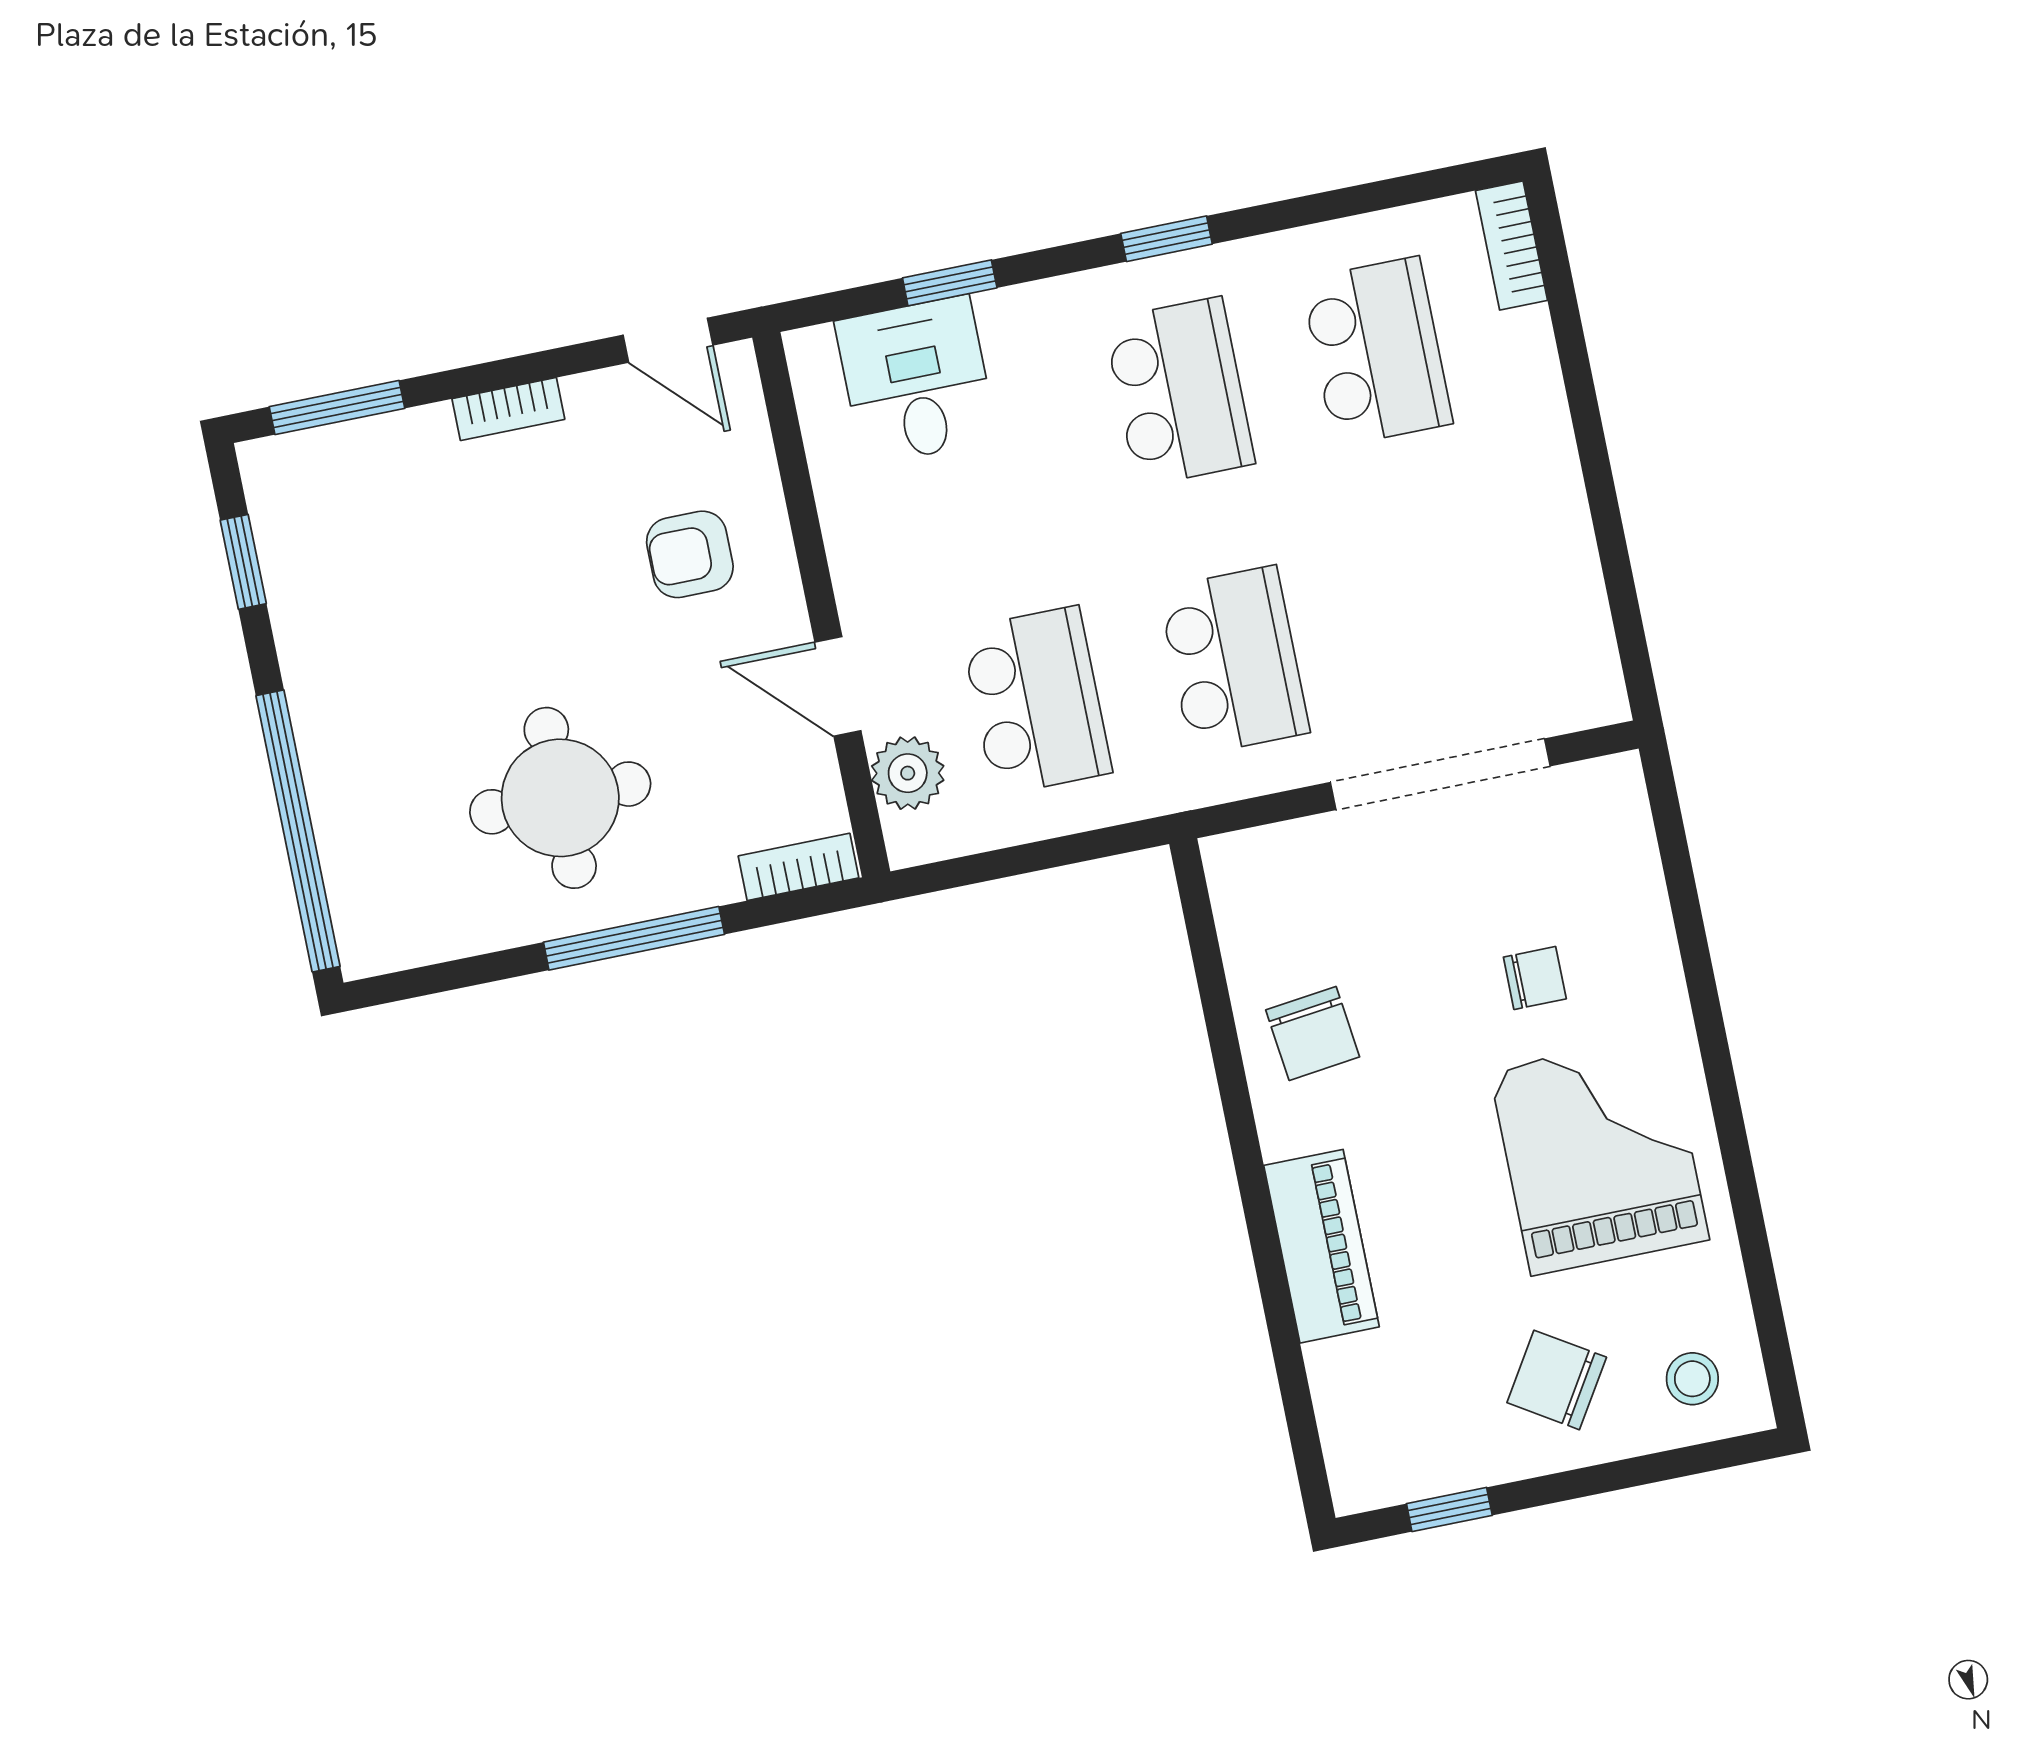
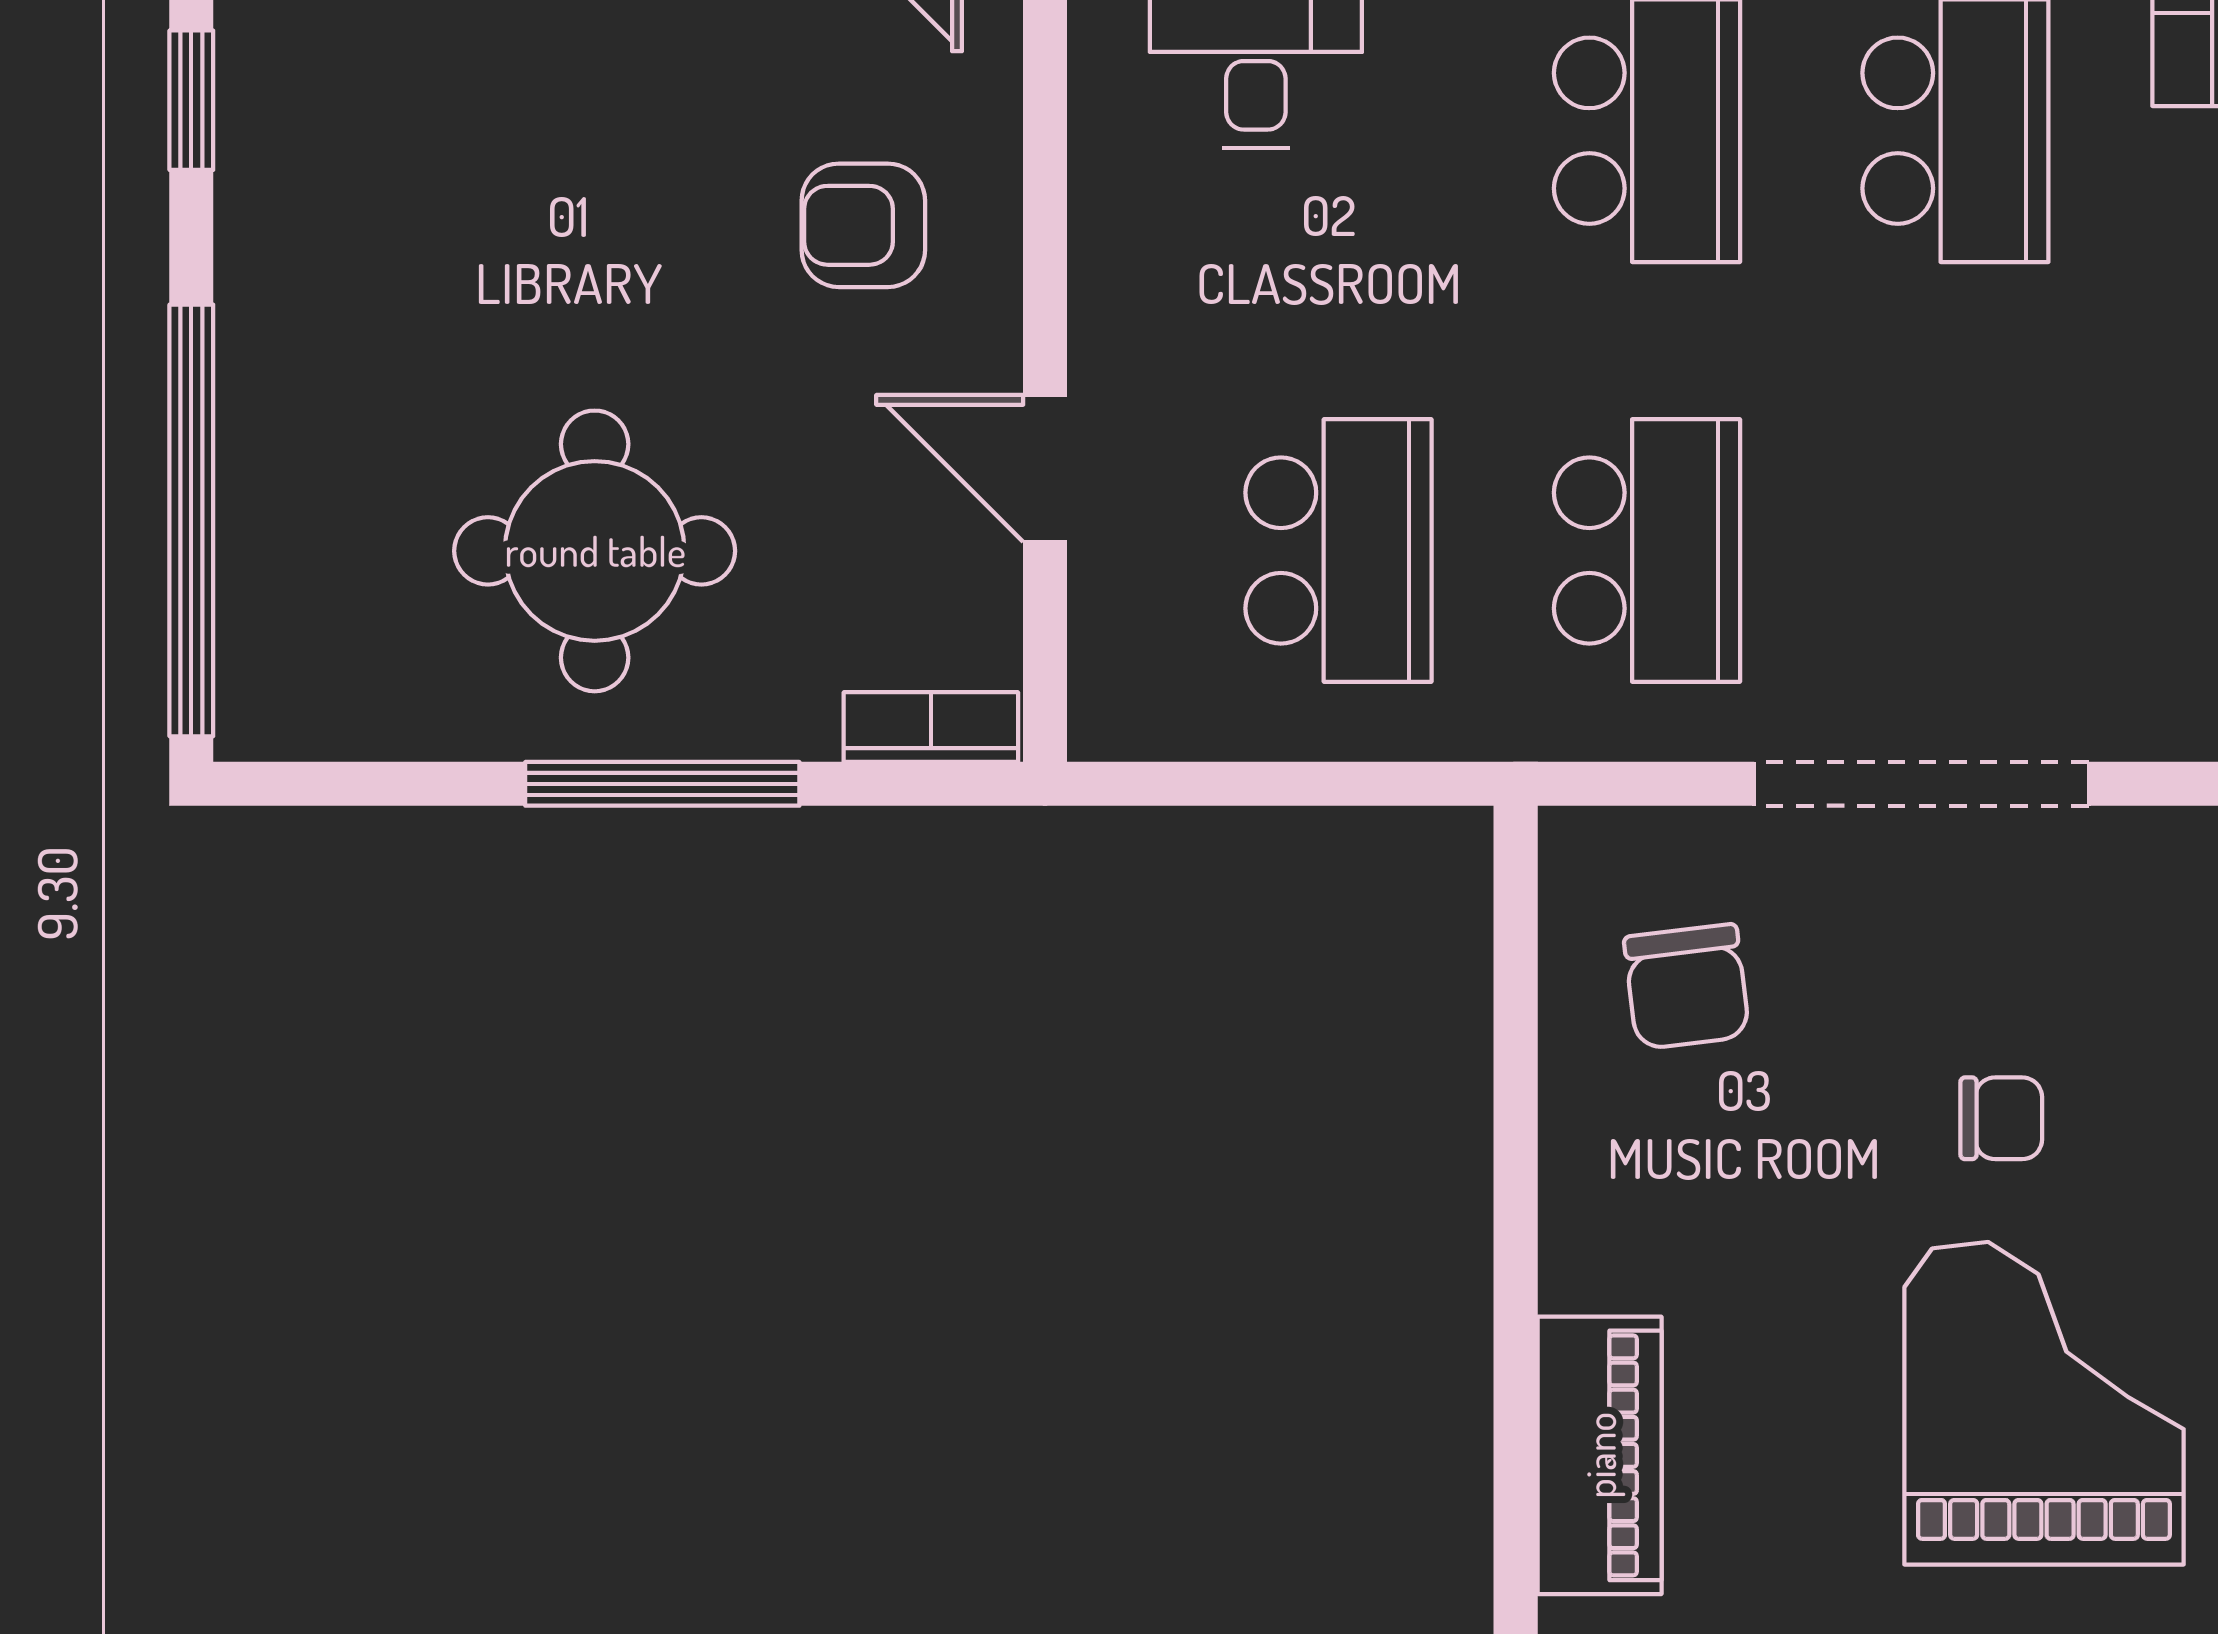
plant: (908, 773) -> (1123, 620), removed
chair: (1313, 1033) -> (1687, 987), moved

